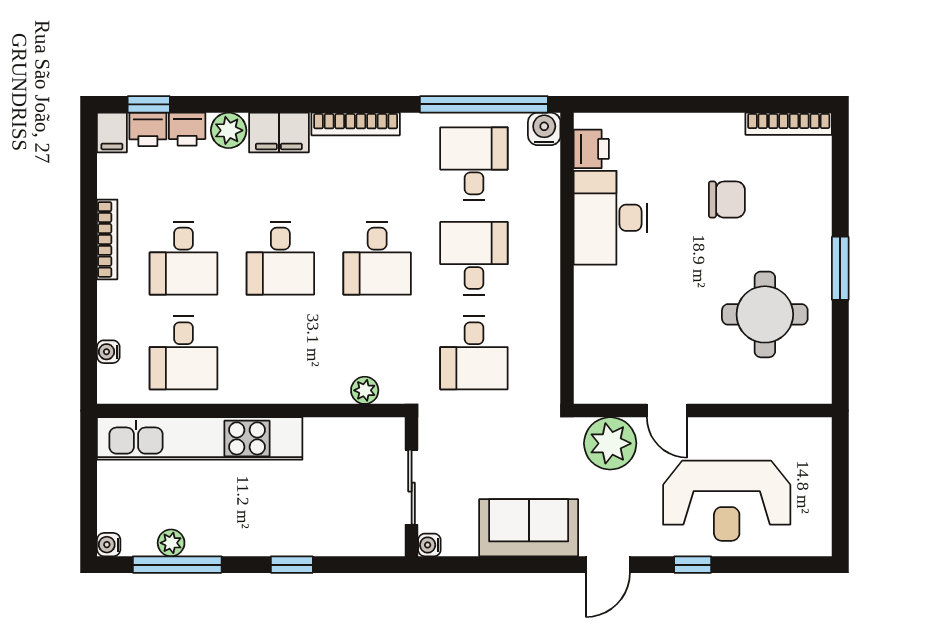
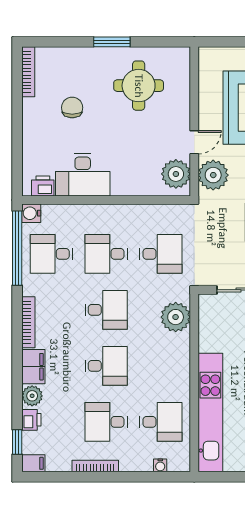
printer: (148, 129) -> (32, 442), removed
desk: (184, 258) -> (106, 422), turned 180
plant: (612, 379) -> (176, 174), added
plant: (365, 390) -> (176, 317), width x1.88, depth x1.88

